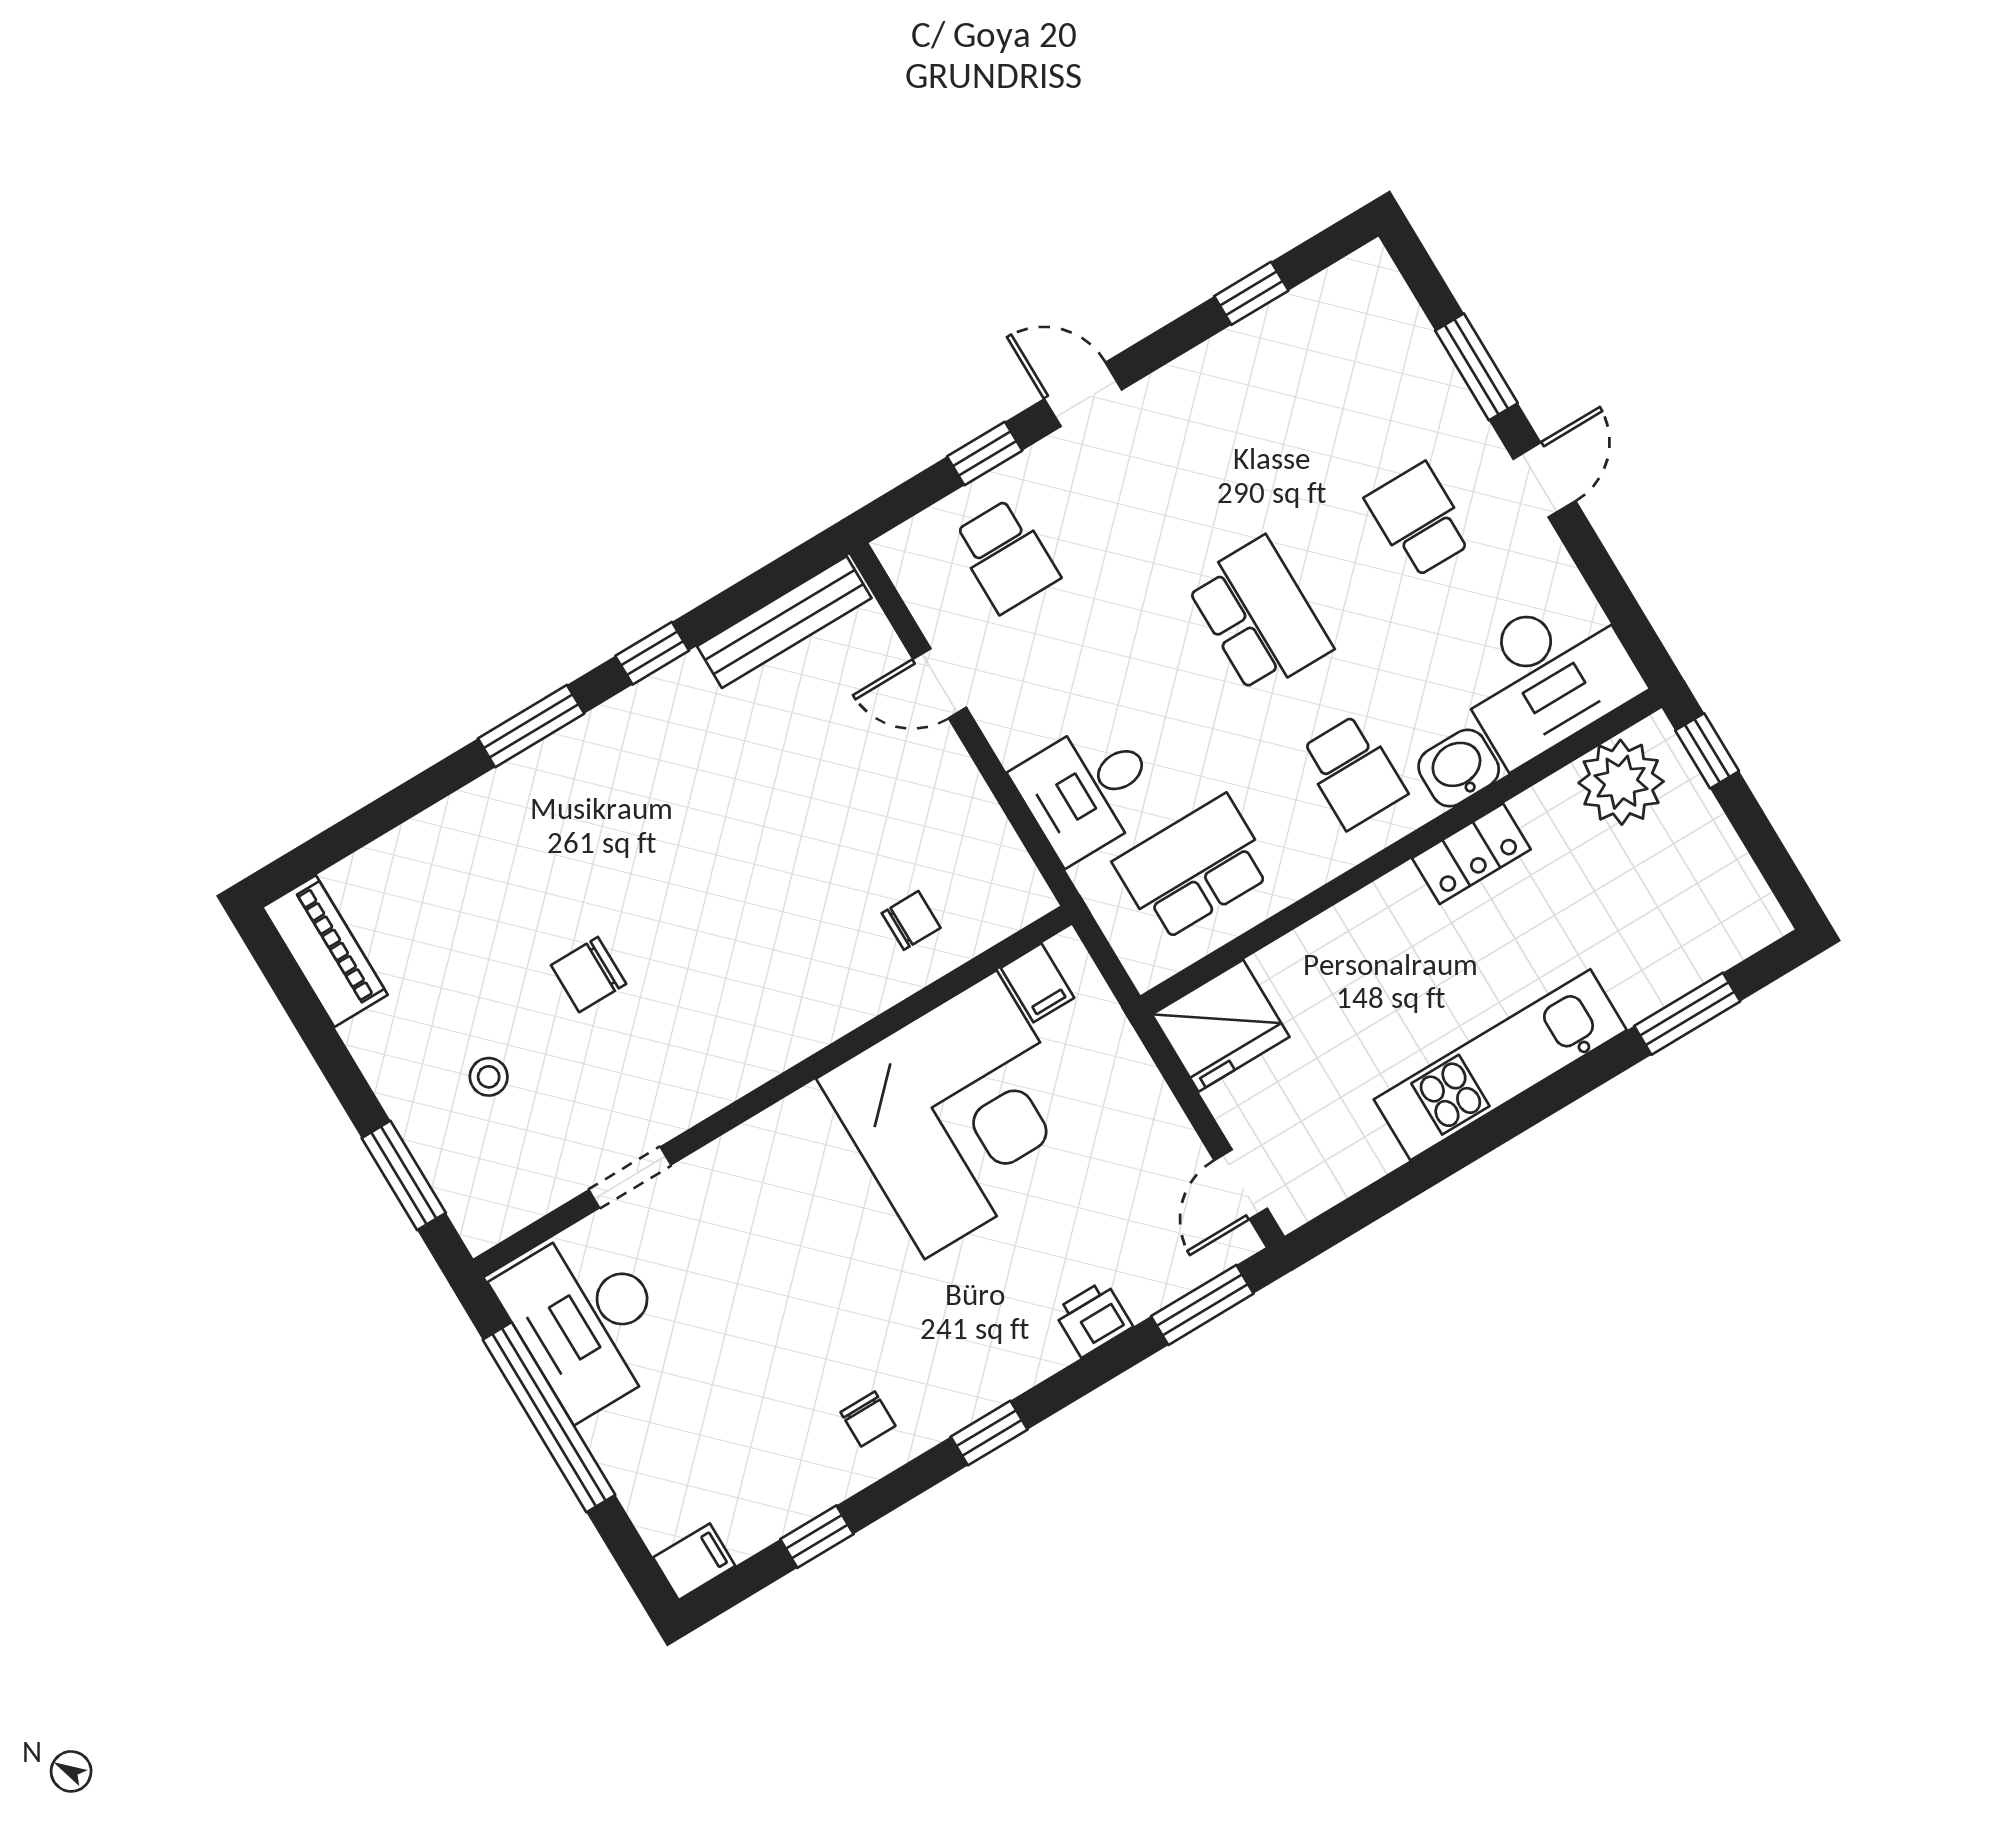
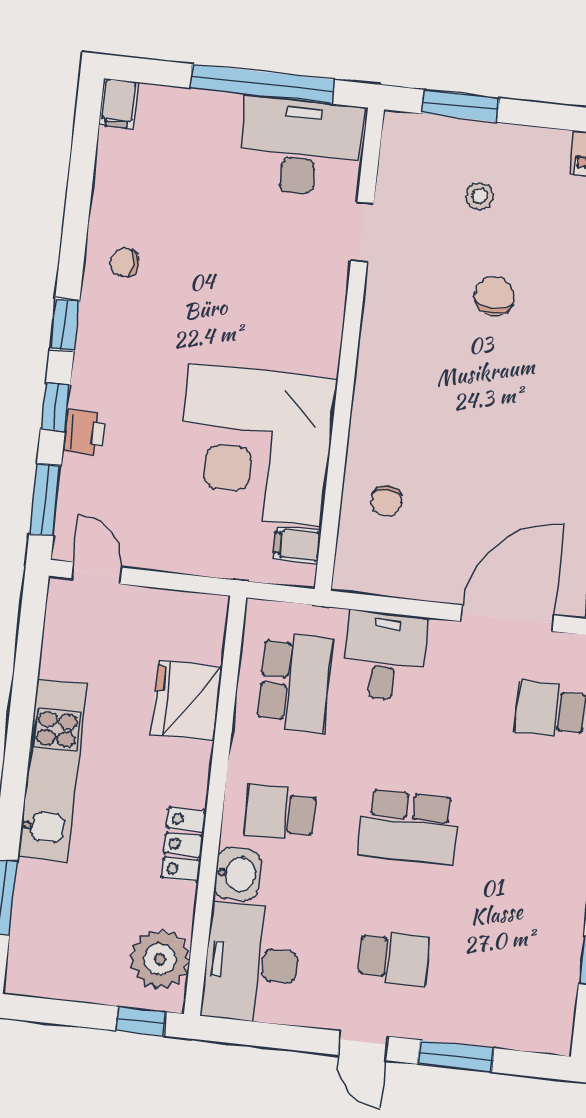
door: (940, 683) -> (508, 618), width x1.88
fridge: (1221, 1026) -> (187, 701), moved
window: (817, 1537) -> (55, 407), moved

